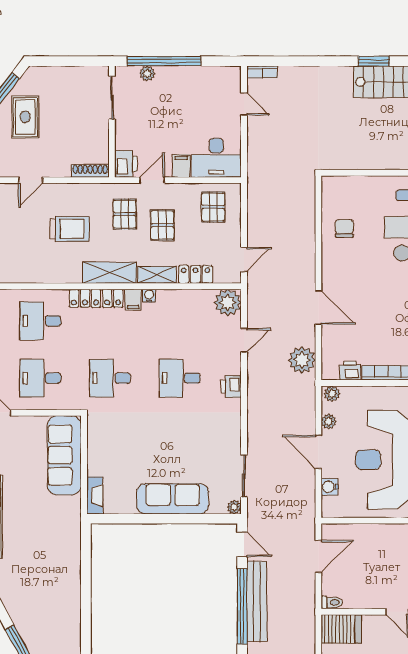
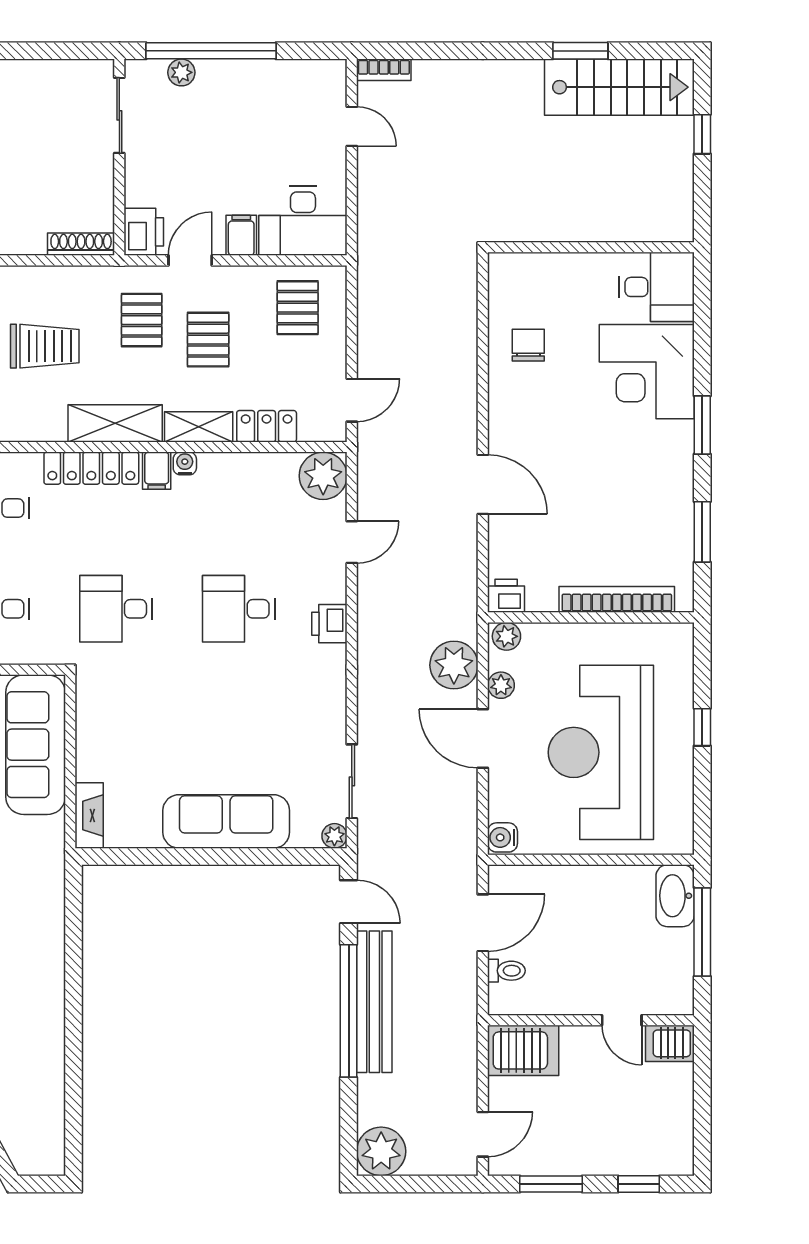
plant: (302, 360) -> (454, 665), moved
printer: (350, 371) -> (506, 596), moved
water cooler: (330, 487) -> (503, 837), moved
toilet: (332, 602) -> (506, 971), moved

